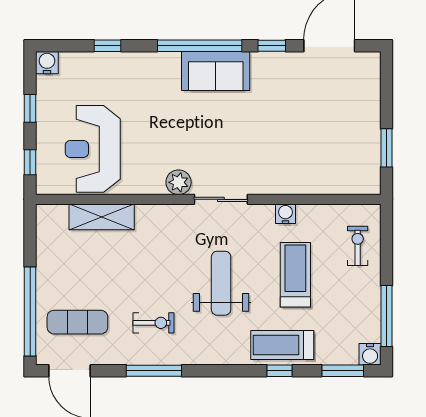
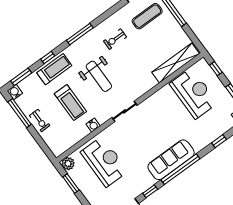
sofa: (216, 71) -> (171, 160), width x1.36
reception desk: (310, 144) -> (104, 162), added
plant: (179, 182) -> (68, 164), moved
shelving: (102, 217) -> (176, 63), width x1.47
exercise bike: (358, 246) -> (40, 121), moved
window: (154, 371) -> (80, 34), moved

